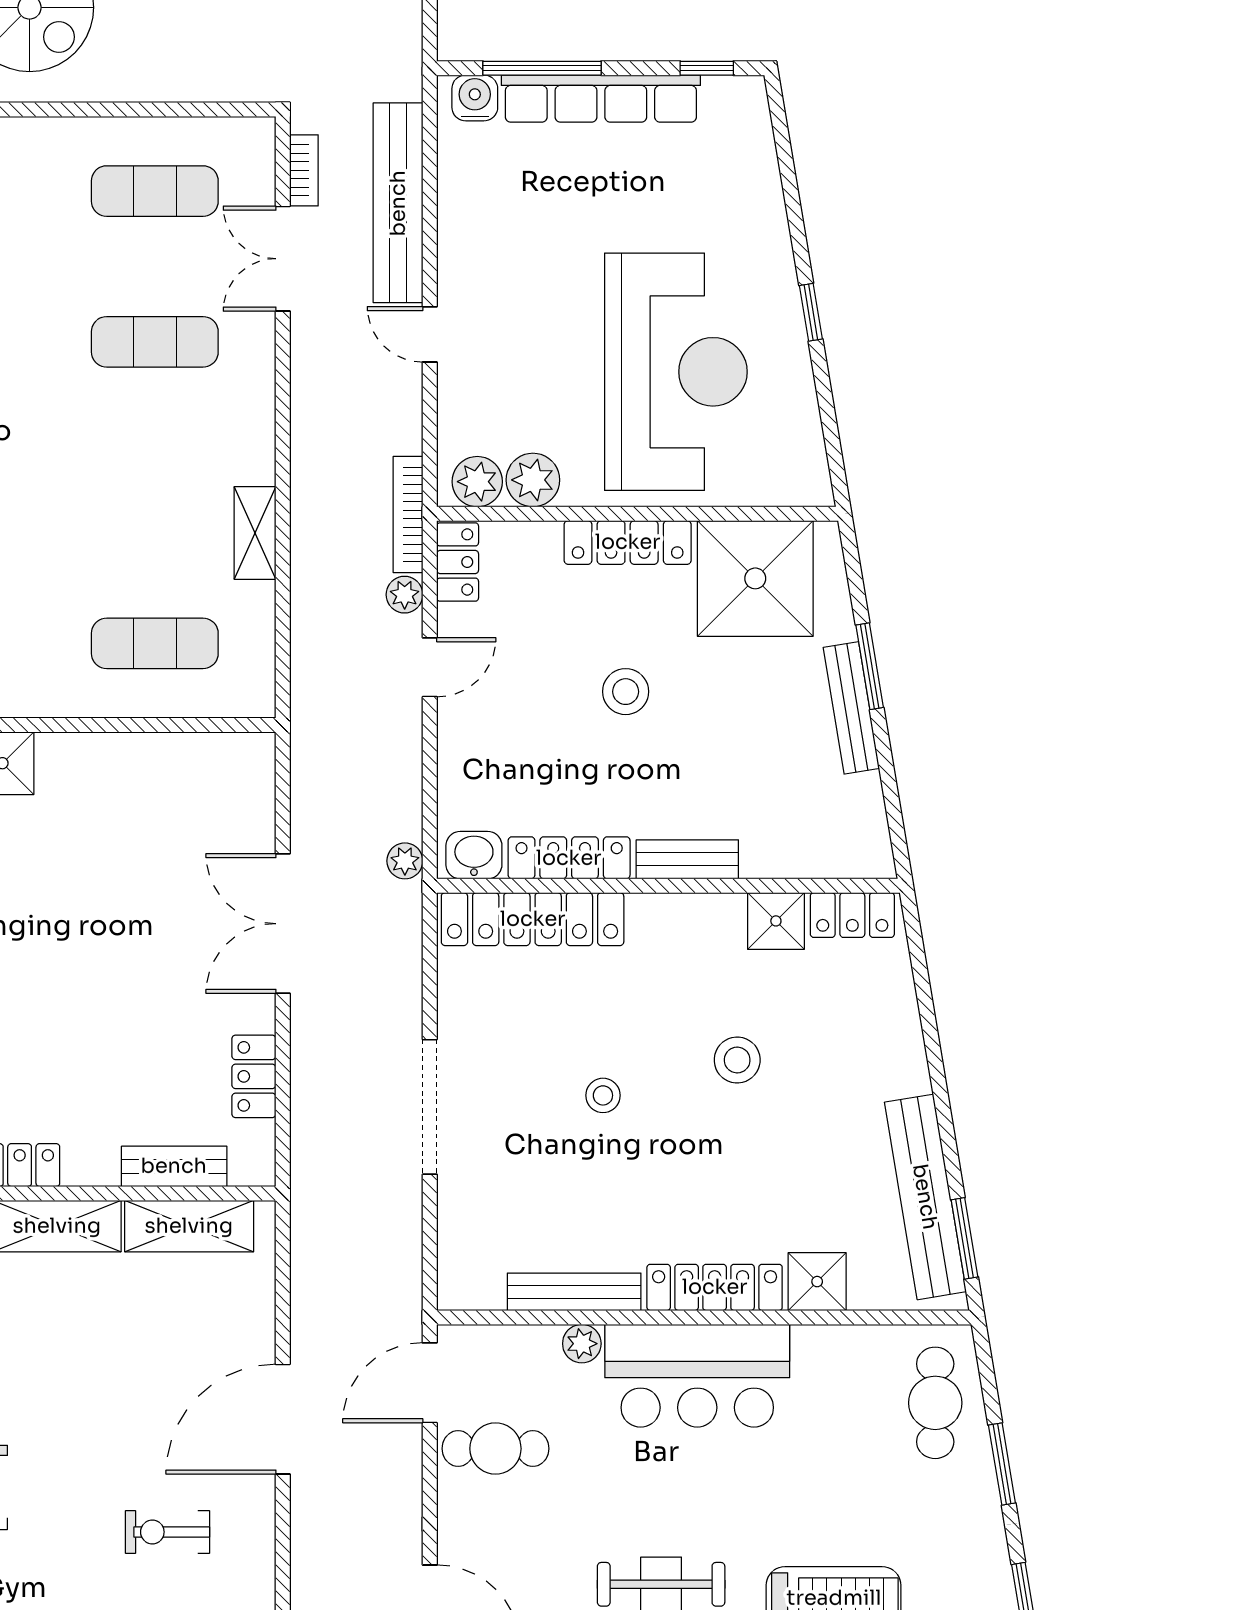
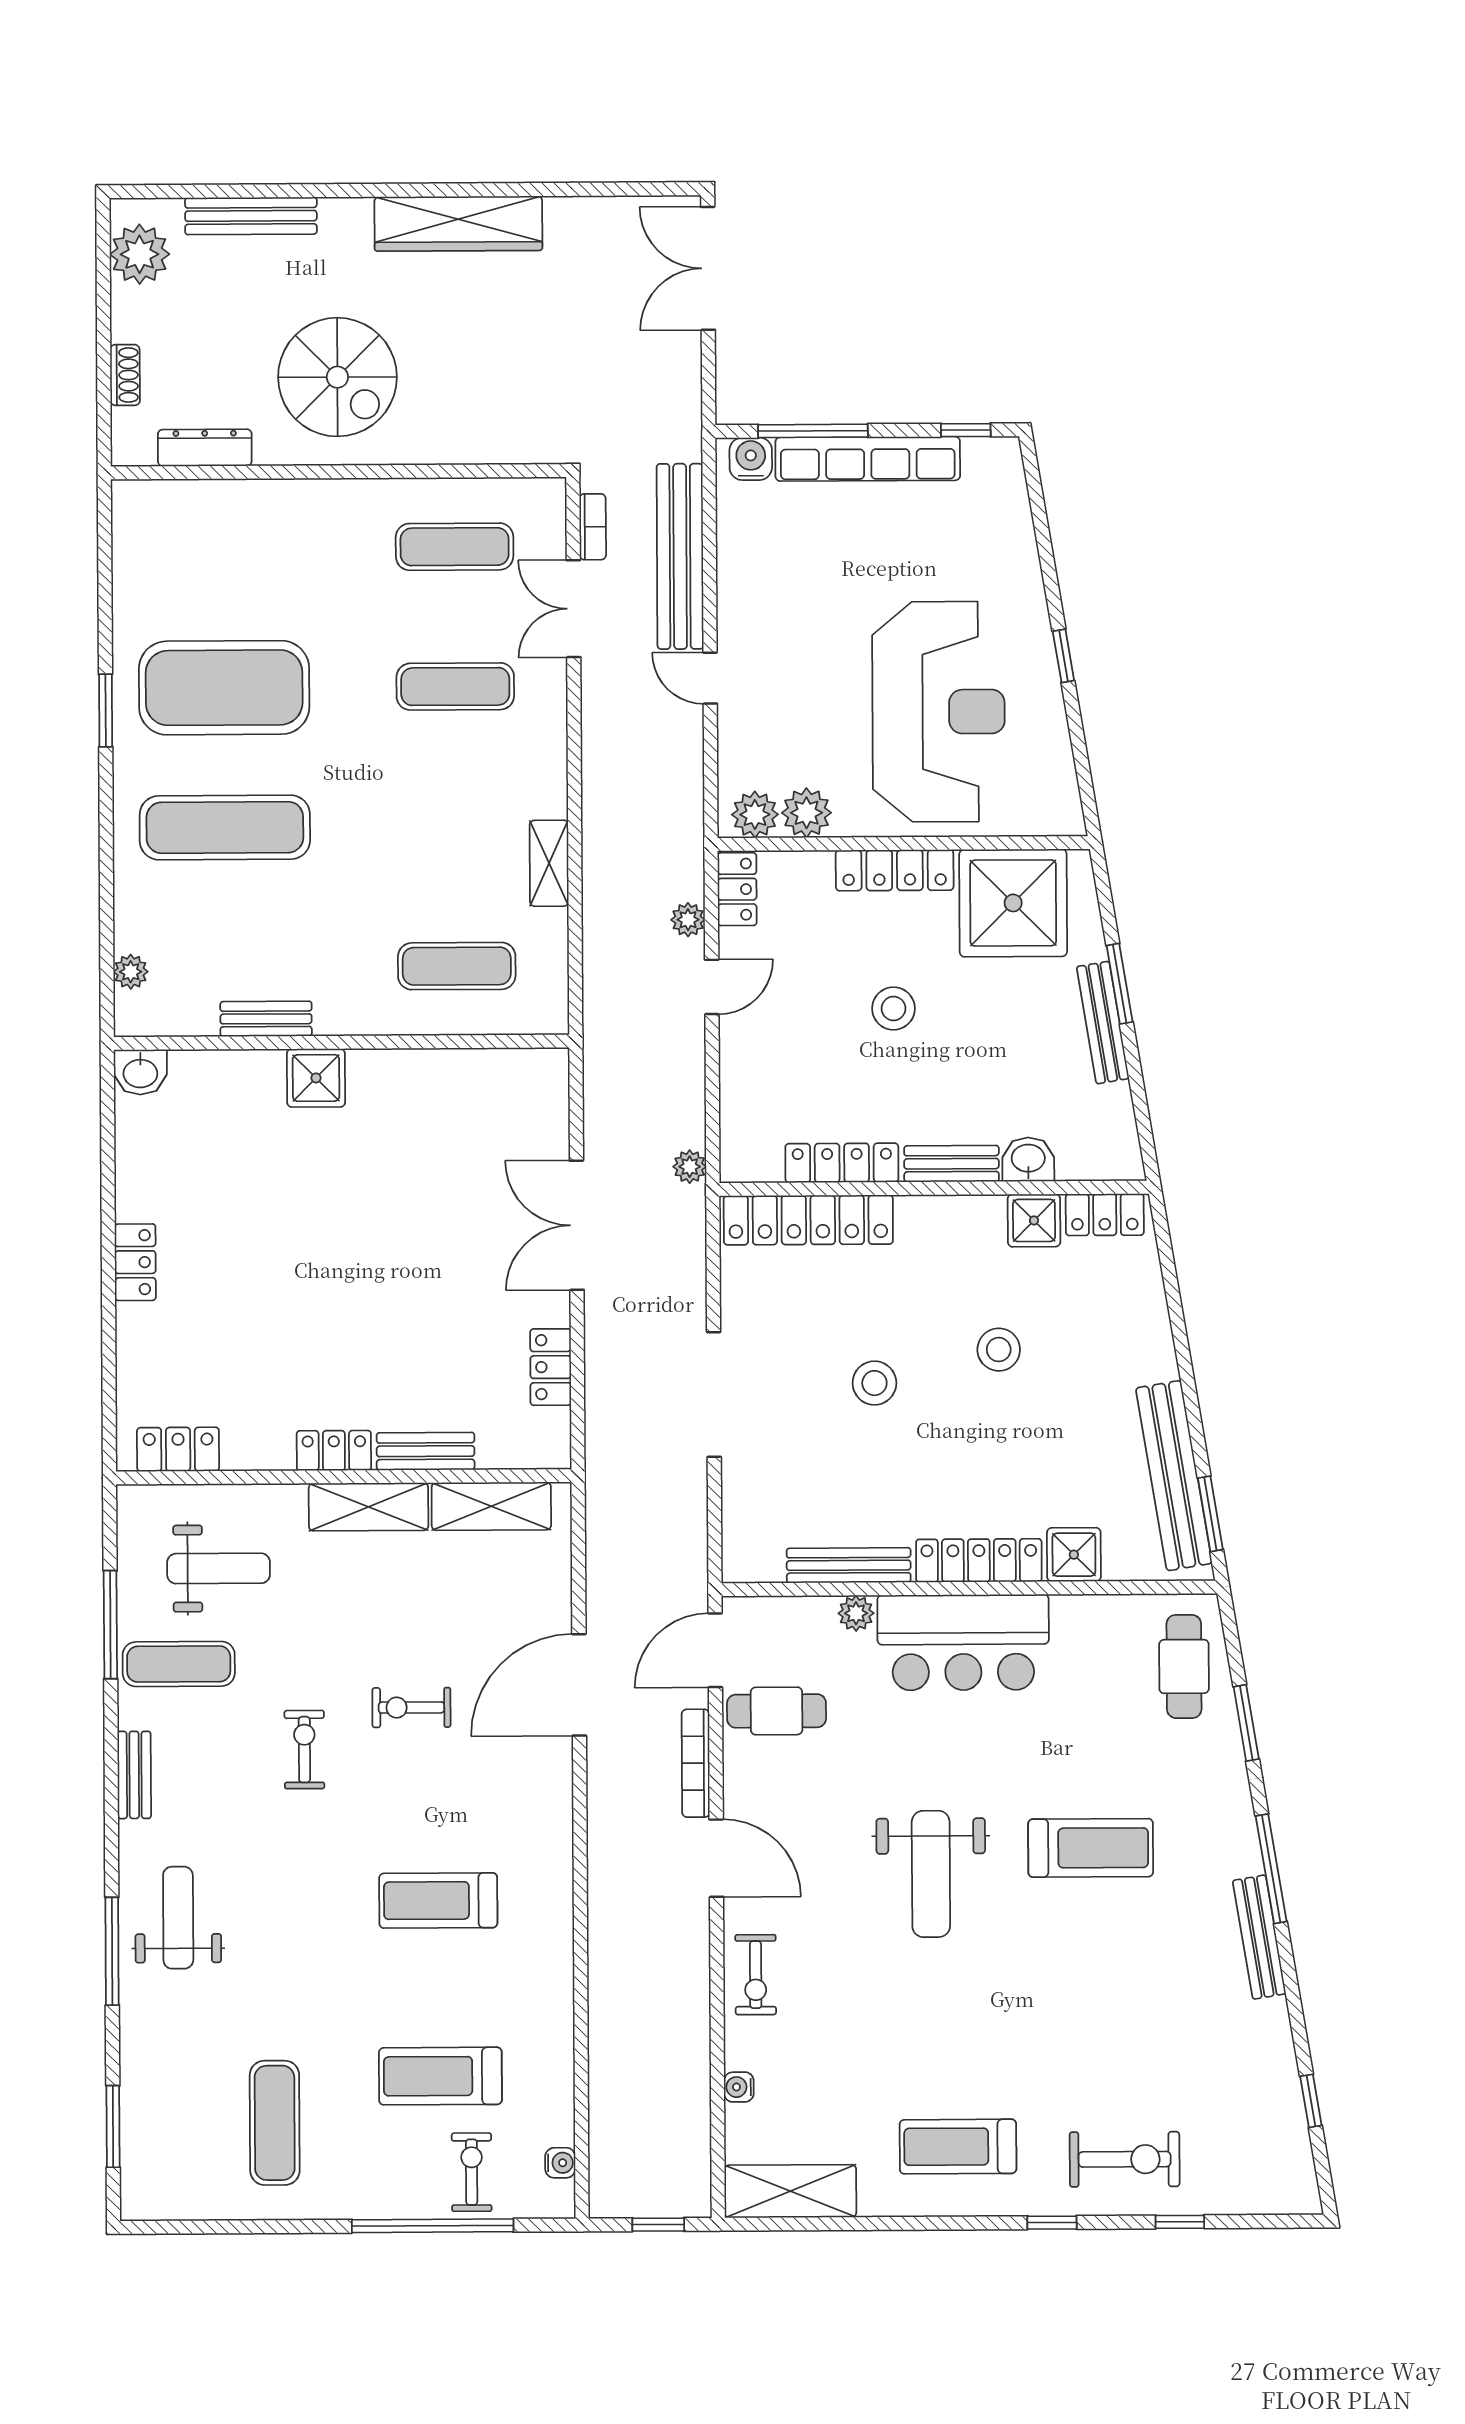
bookcase: (408, 514) -> (696, 1763), moved
washbasin: (474, 855) -> (1028, 1159), moved
stool: (603, 1095) -> (874, 1383), width x1.37, depth x1.37
bench: (174, 1166) -> (426, 1451), moved
exercise bike: (167, 1532) -> (411, 1707), moved

